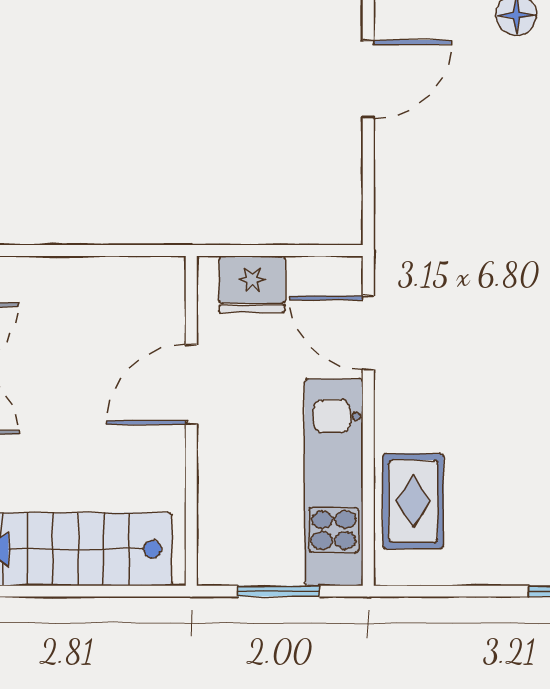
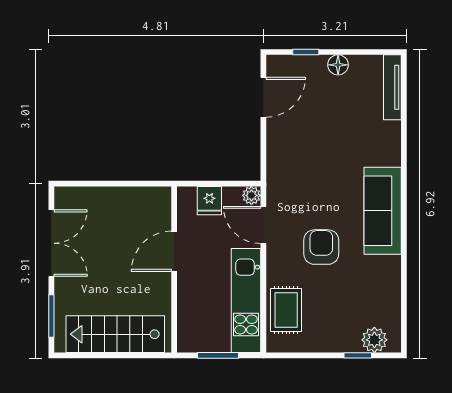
plant: (345, 274) -> (251, 195), added
fridge: (252, 284) -> (209, 201), width x0.72
armchair: (483, 376) -> (321, 247), added

